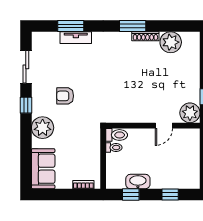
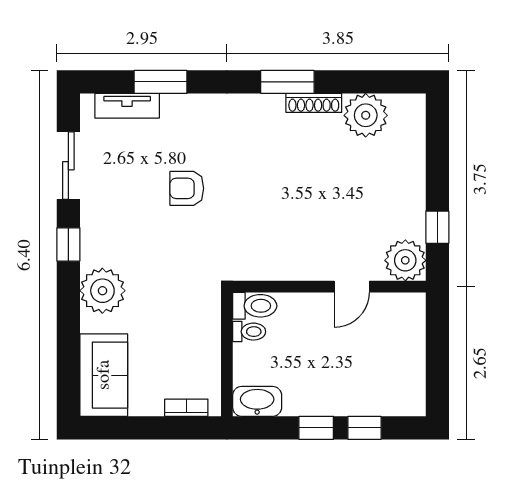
tv unit: (76, 38) -> (127, 106), moved
armchair: (65, 96) -> (187, 188), moved
washbasin: (138, 182) -> (257, 401), moved
window: (131, 194) -> (316, 428), moved

